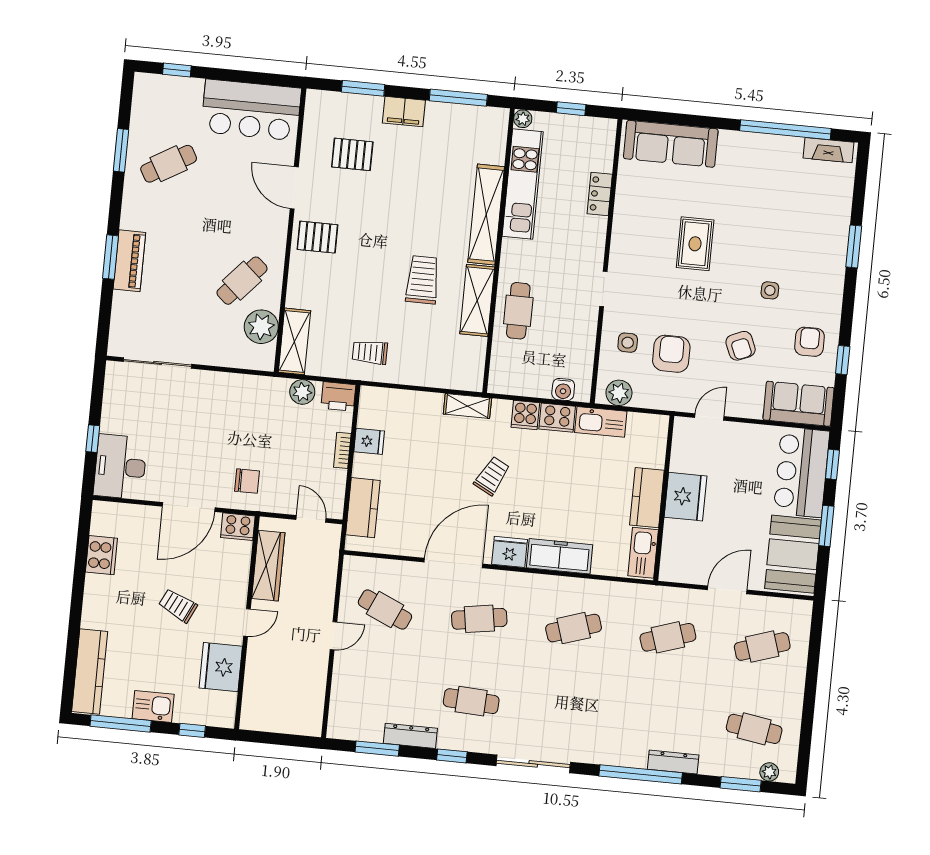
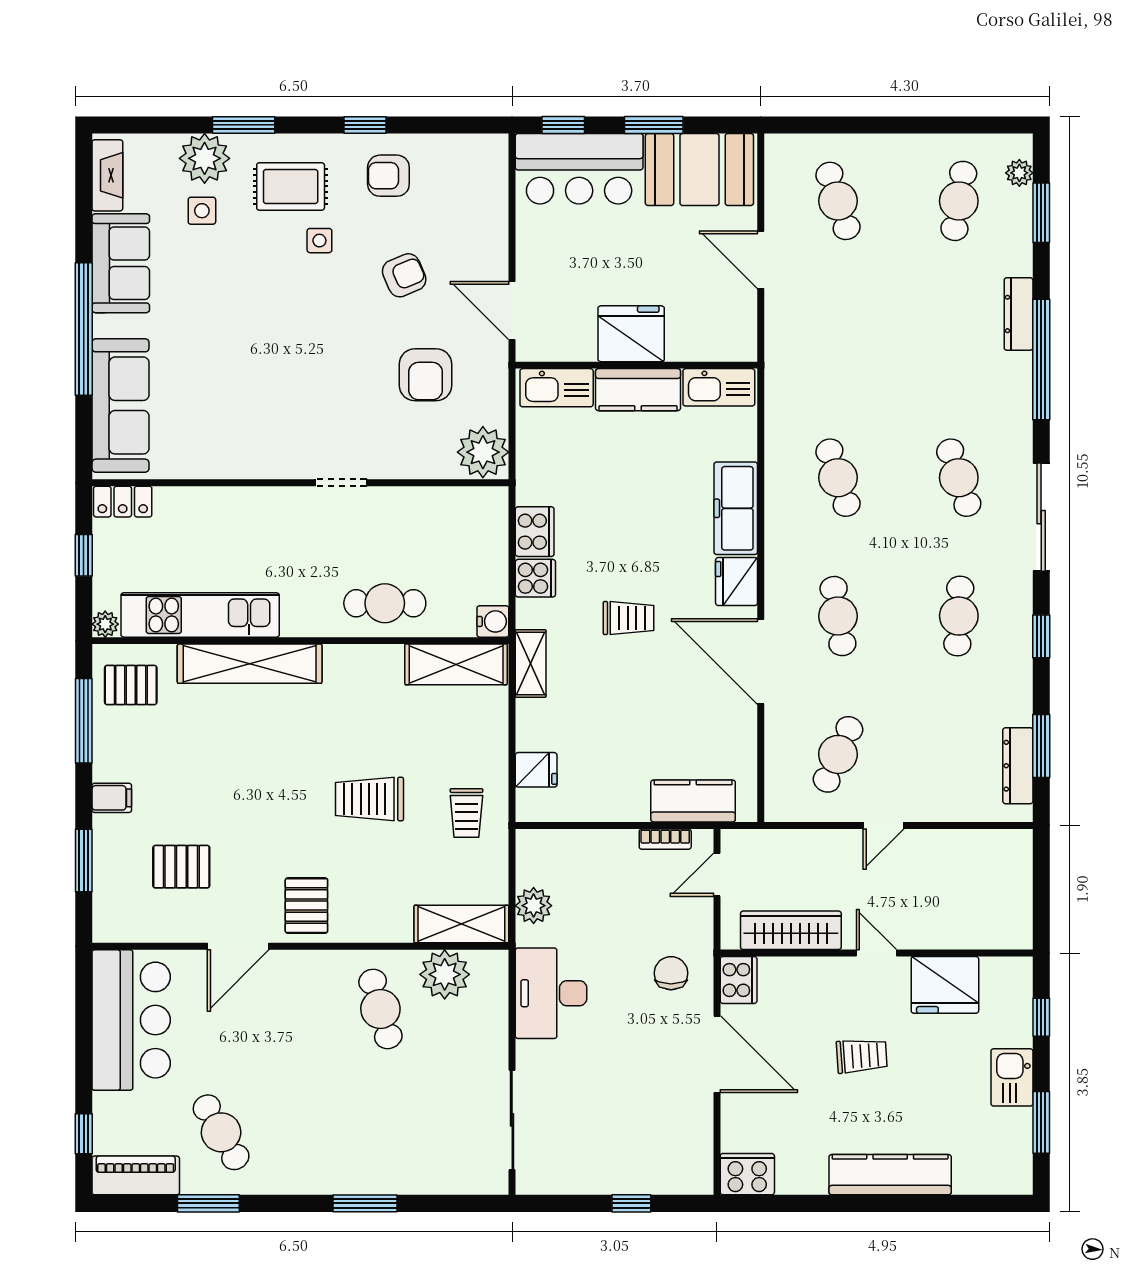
filing cabinet: (404, 112) -> (112, 798), width x0.50
window: (785, 130) -> (84, 329), moved
pallet: (480, 132) -> (131, 685), added
pallet: (352, 154) -> (181, 867), turned 90
locker: (600, 194) -> (123, 502), moved
plant: (834, 218) -> (205, 158), added
rug: (695, 244) -> (291, 186), moved
piano: (129, 261) -> (136, 1175), moved
trolley: (422, 280) -> (369, 799), moved
cafe table: (242, 281) -> (380, 1009), turned 32
shelving: (477, 300) -> (456, 664), moved
side table: (628, 343) -> (202, 211), moved
armchair: (671, 354) -> (426, 375), turned -90
window: (843, 360) -> (365, 125), moved
water cooler: (563, 389) -> (493, 621), moved
plant: (619, 393) -> (483, 452), width x1.36, depth x1.36
printer: (338, 396) -> (535, 853), removed
sofa: (798, 404) -> (121, 263), moved, turned 180
door: (709, 417) -> (512, 310), width x1.38
kitchen sink: (601, 422) -> (557, 388), moved, turned 90
fridge: (369, 441) -> (536, 770), moved, turned 90
bookcase: (342, 450) -> (665, 839), moved
desk: (120, 467) -> (551, 993), moved, turned 90
trolley: (492, 476) -> (629, 618), turned 152
cooker: (101, 555) -> (747, 1174), moved
trolley: (178, 606) -> (862, 1056), turned -120
door: (334, 636) -> (883, 825), swing flipped
cafe table: (668, 637) -> (959, 478), moved
kitchen counter: (90, 672) -> (890, 1175), moved
window: (121, 723) -> (1041, 1122), width x0.69
dresser: (410, 736) -> (1018, 766), moved

